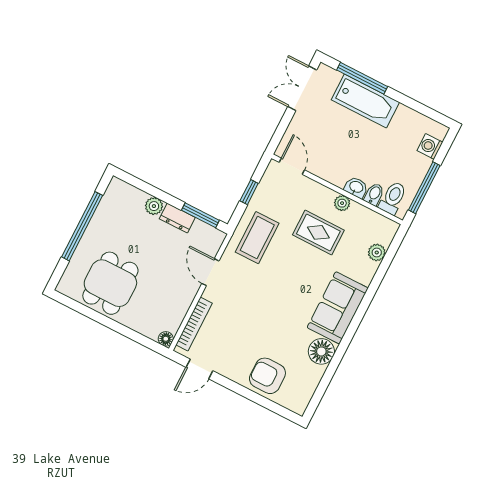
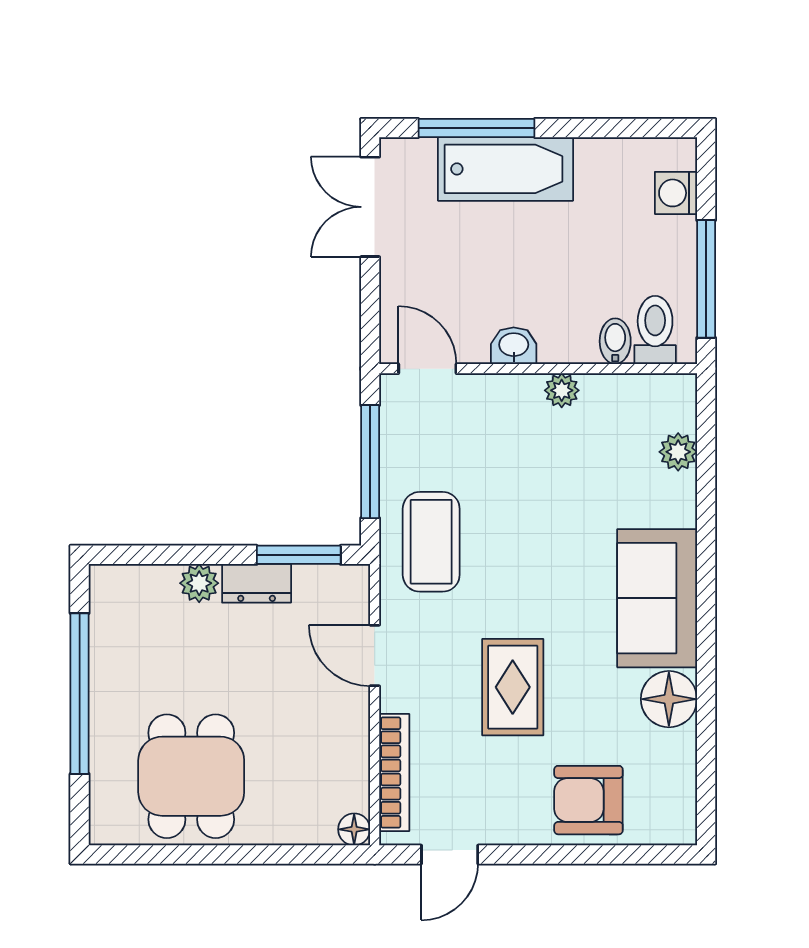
washbasin: (356, 187) -> (514, 346), moved
window: (249, 192) -> (370, 462), width x2.17
rug: (318, 232) -> (513, 687), moved, turned 90

